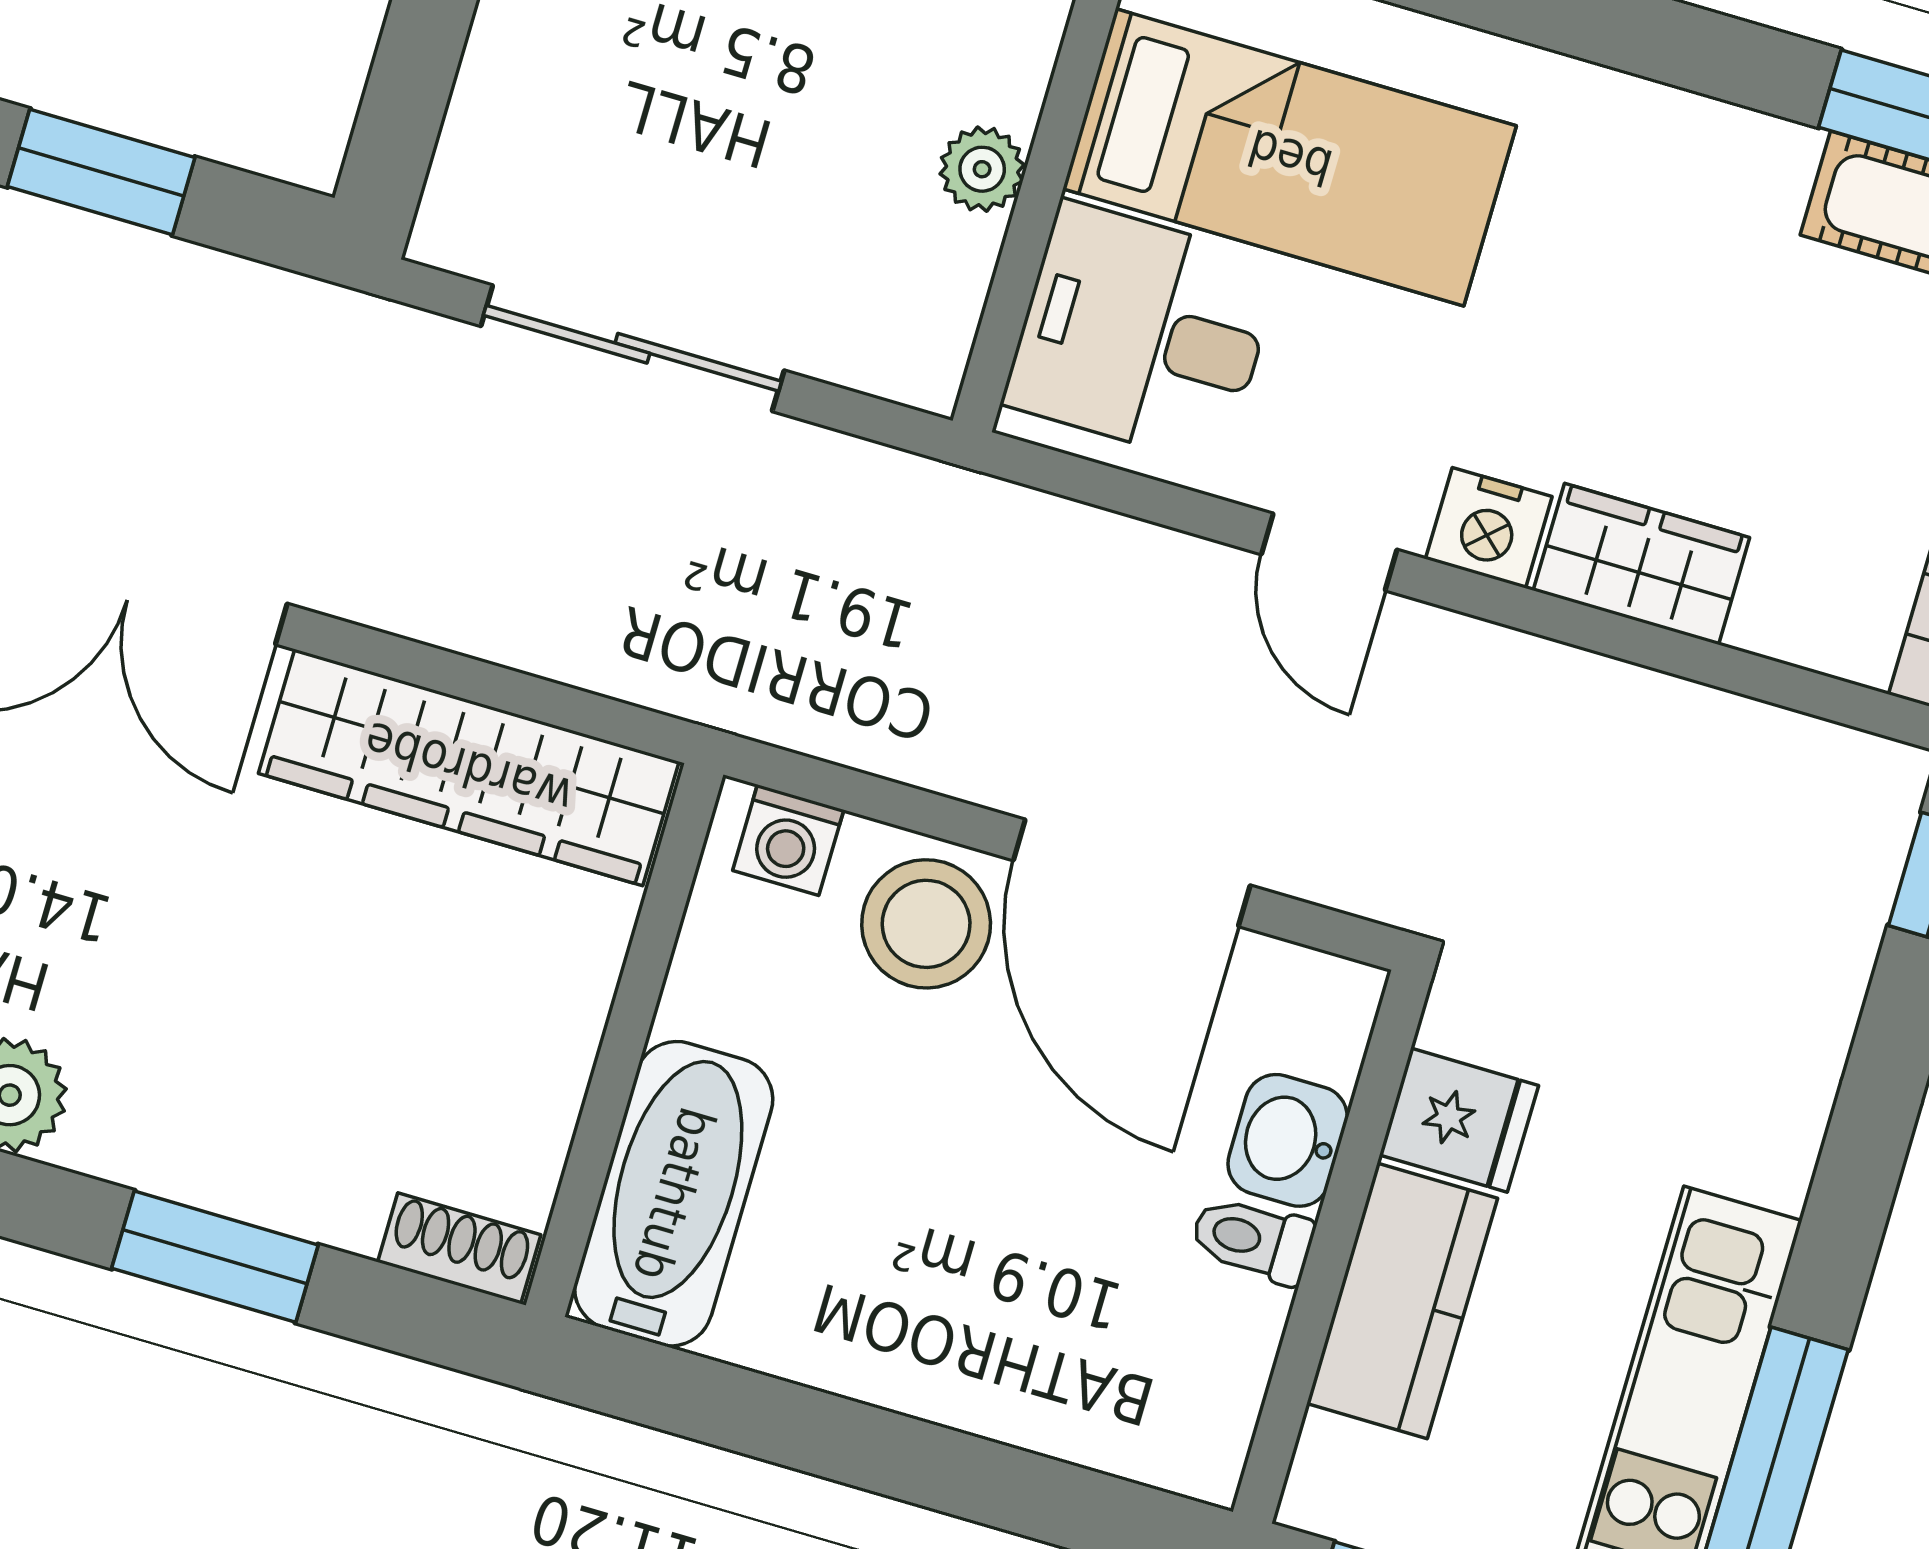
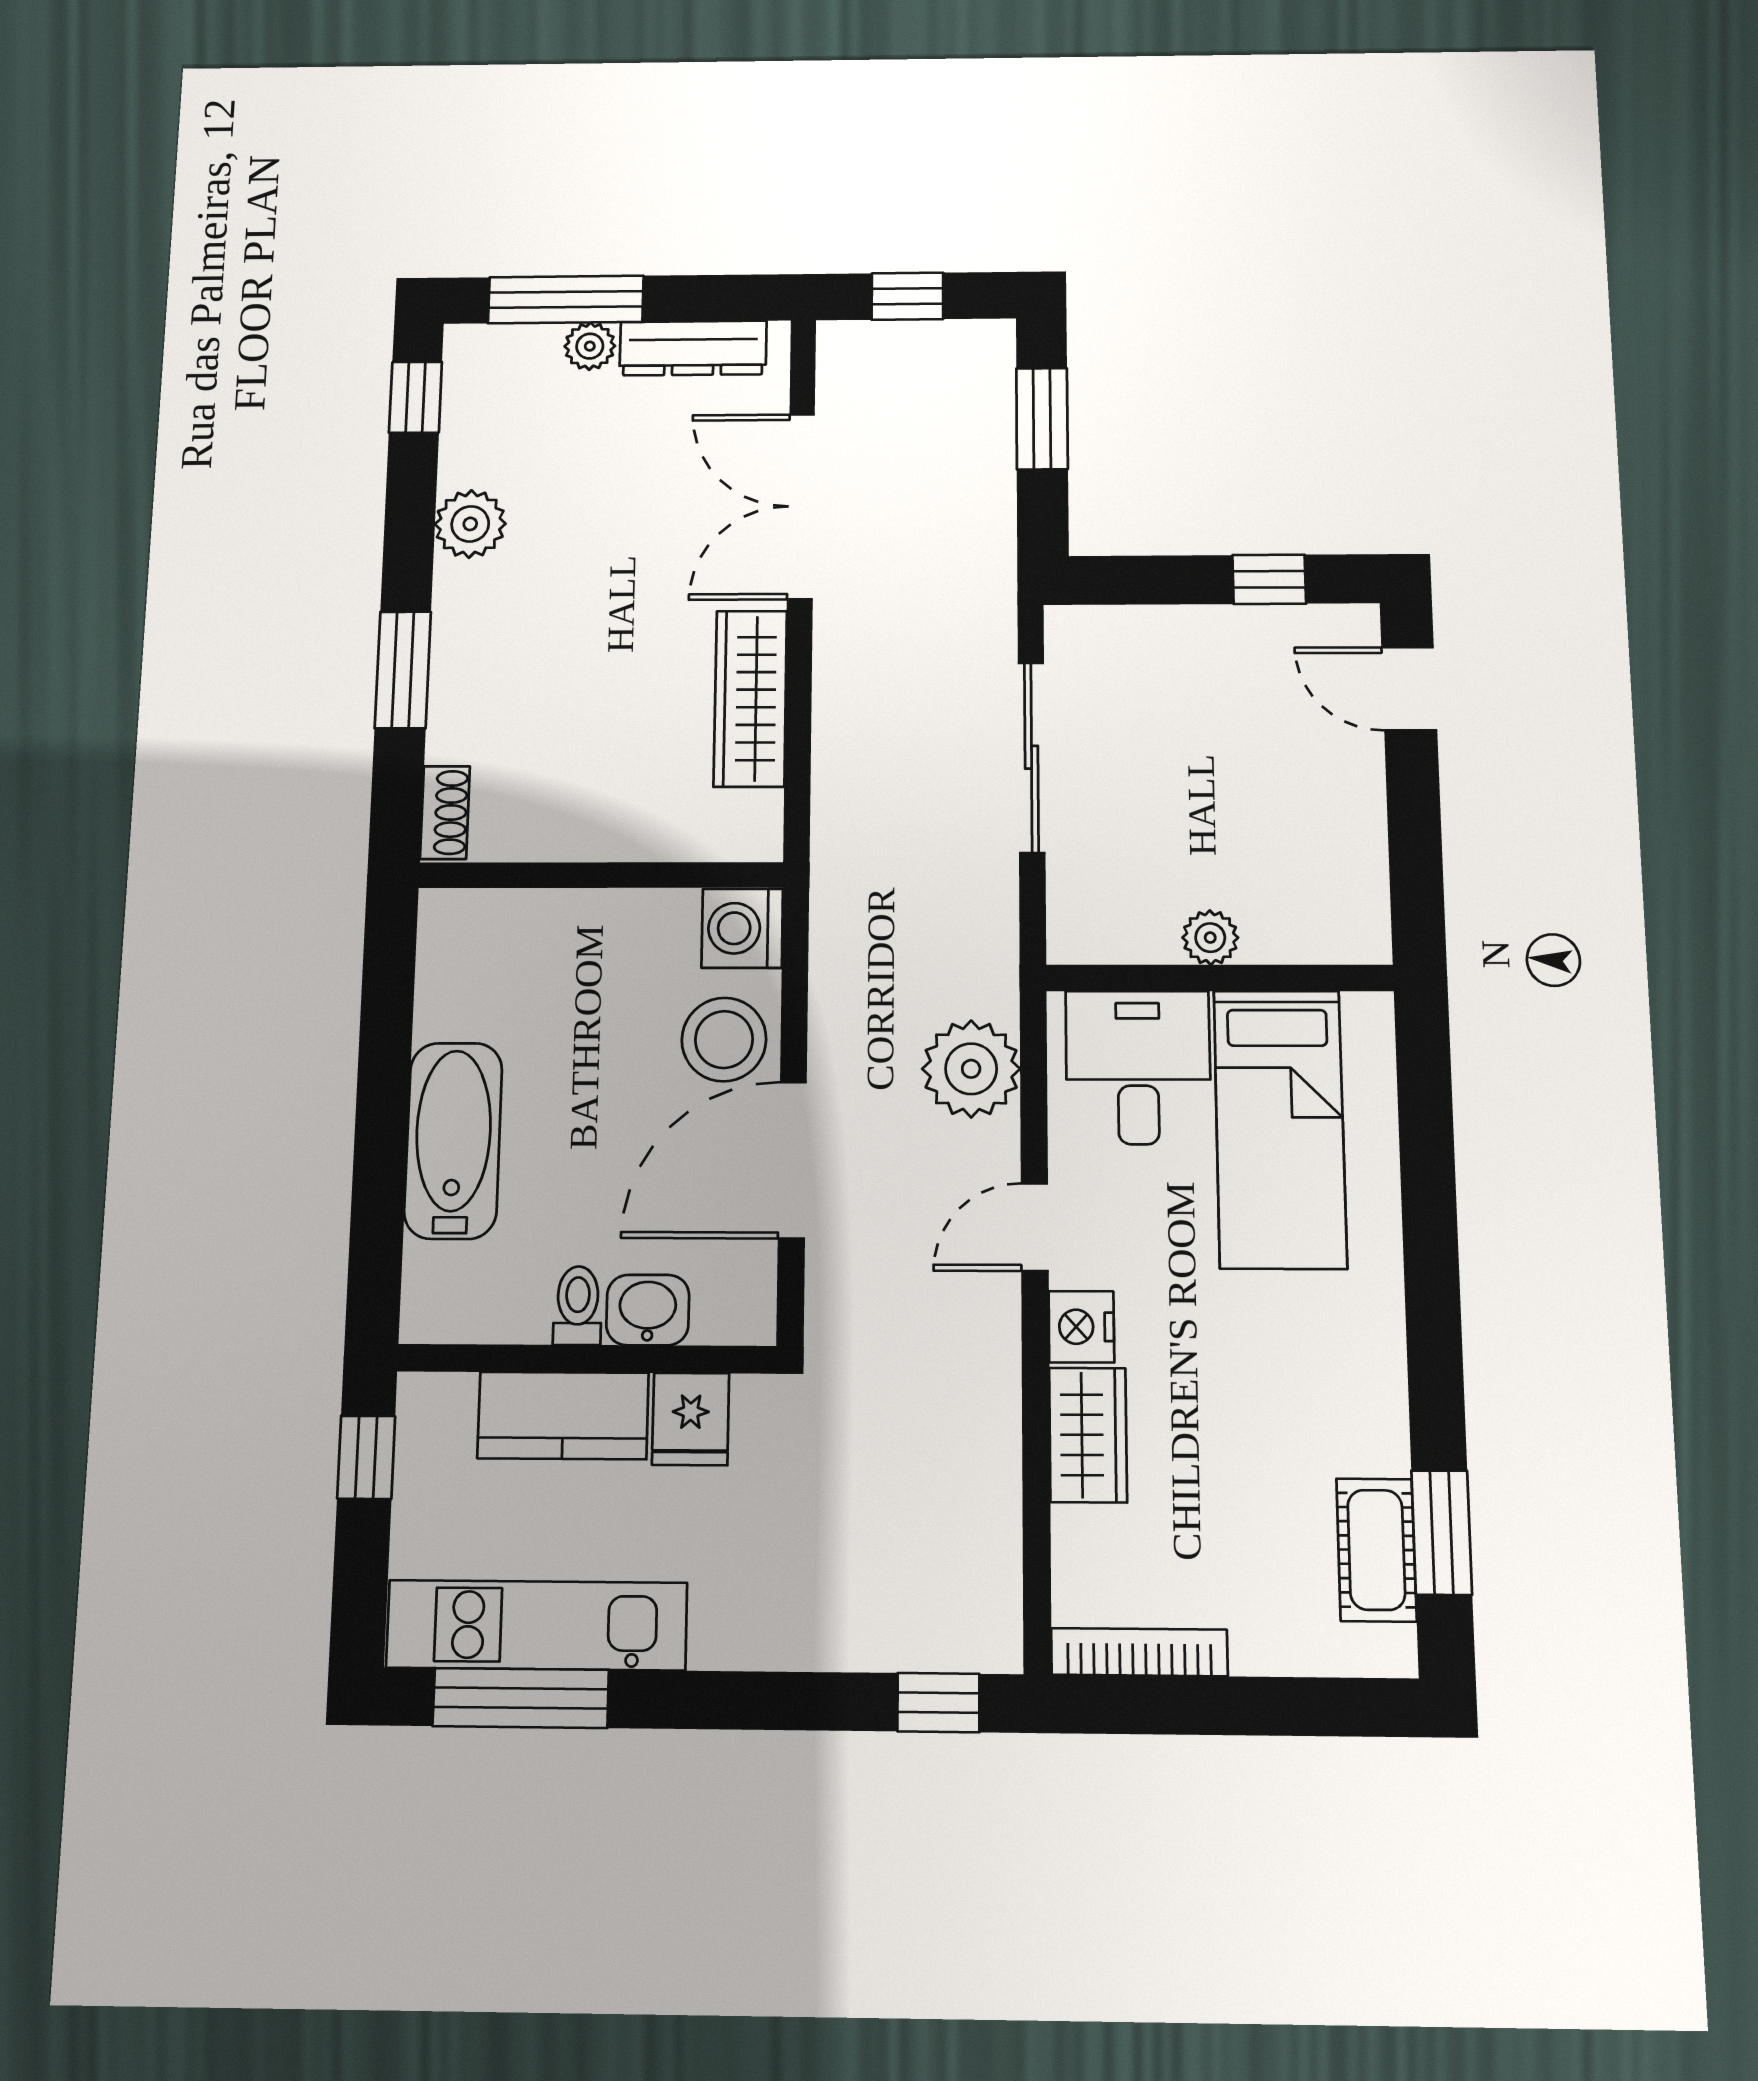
plant: (1074, 576) -> (971, 1069), added
wardrobe: (469, 768) -> (750, 698), width x0.71, depth x0.85
washing machine: (788, 840) -> (742, 928), width x1.38, depth x1.38
bathtub: (674, 1194) -> (453, 1140), moved, turned -90

